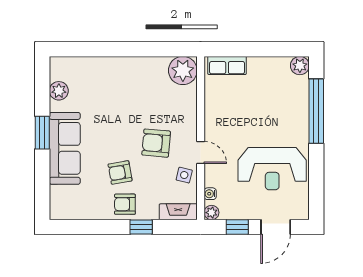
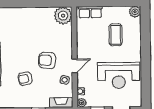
coffee table: (268, 103) -> (116, 35), added
window: (316, 111) -> (145, 40), removed
door: (201, 152) -> (75, 66), hinge flipped
armchair: (125, 204) -> (28, 98), removed

